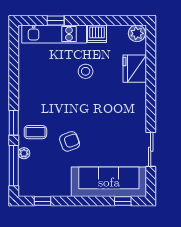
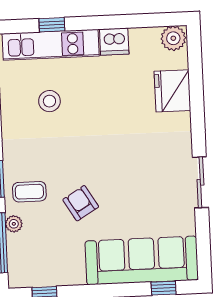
stool: (86, 71) -> (49, 101), moved
armchair: (70, 141) -> (81, 203), turned -100
sliding door: (151, 149) -> (200, 182), moved

